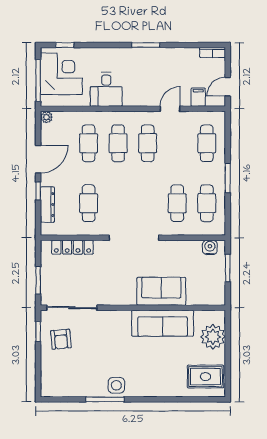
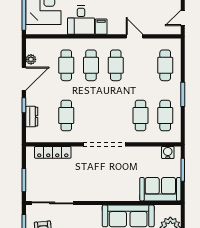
filing cabinet: (198, 97) -> (101, 27), moved
door: (170, 109) -> (135, 36), hinge flipped
plant: (46, 117) -> (31, 59), moved
dresser: (47, 205) -> (32, 117), width x0.70
sofa: (161, 291) -> (160, 189), moved

